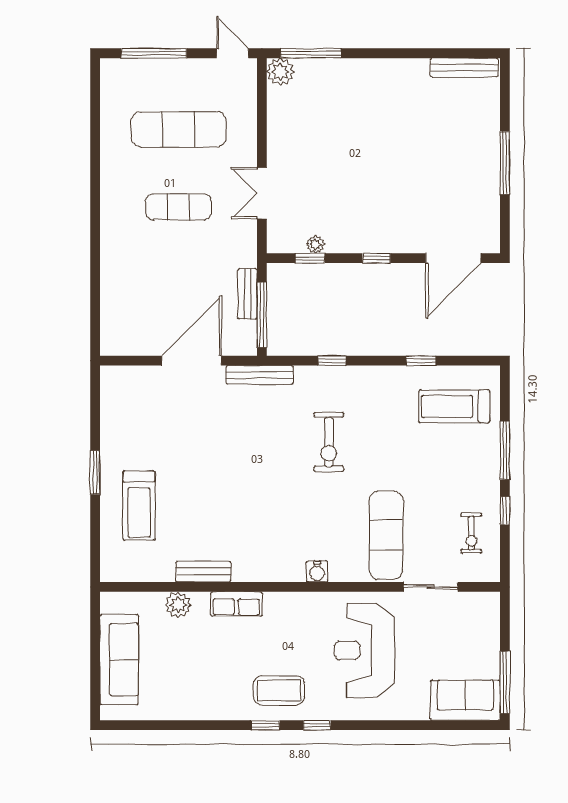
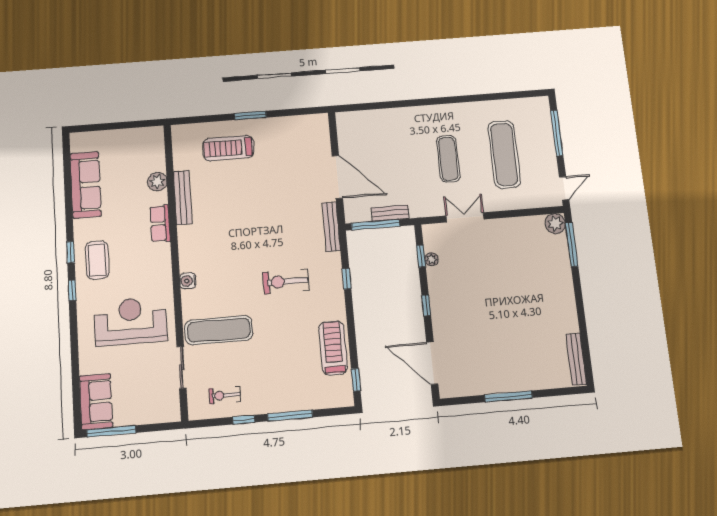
window: (421, 361) -> (356, 380), moved
treadmill: (454, 406) -> (333, 348), moved
bench: (203, 572) -> (183, 198), width x1.36
sofa: (119, 660) -> (86, 185), moved, turned -90

